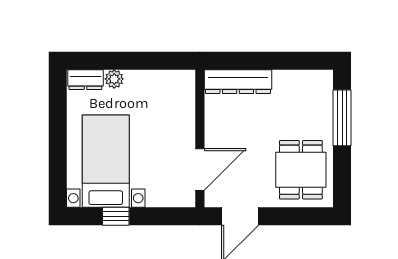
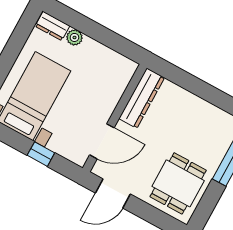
dresser: (238, 82) -> (142, 98), moved, turned -90
window: (116, 216) -> (41, 154), moved

